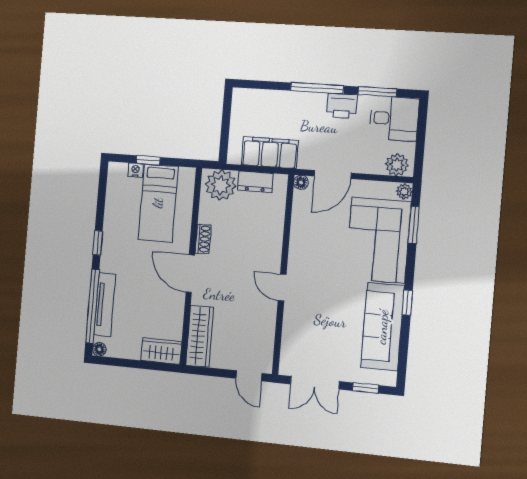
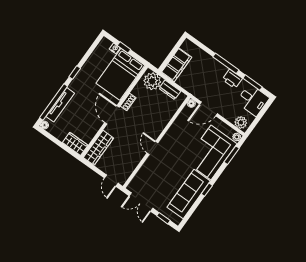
filing cabinet: (270, 153) -> (177, 65), moved, turned 90
bed: (158, 203) -> (120, 74), width x1.50

